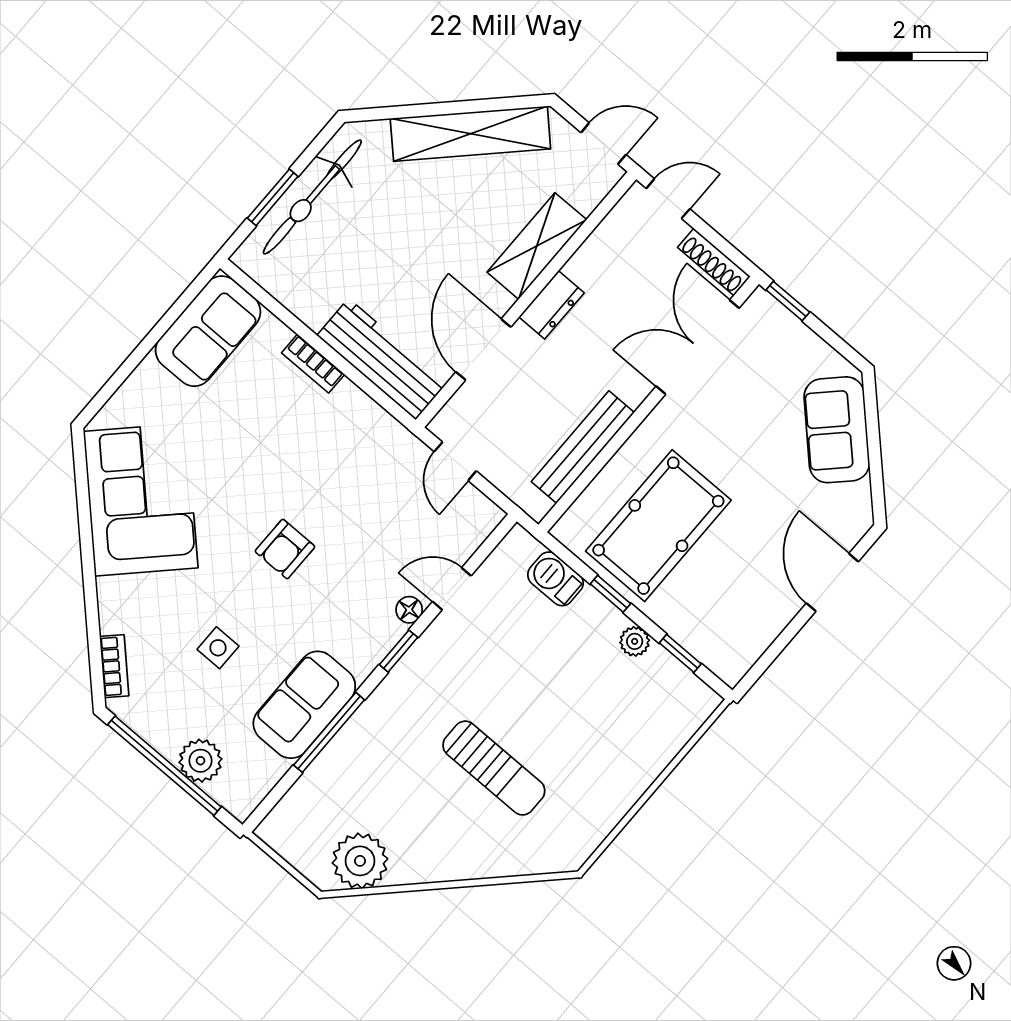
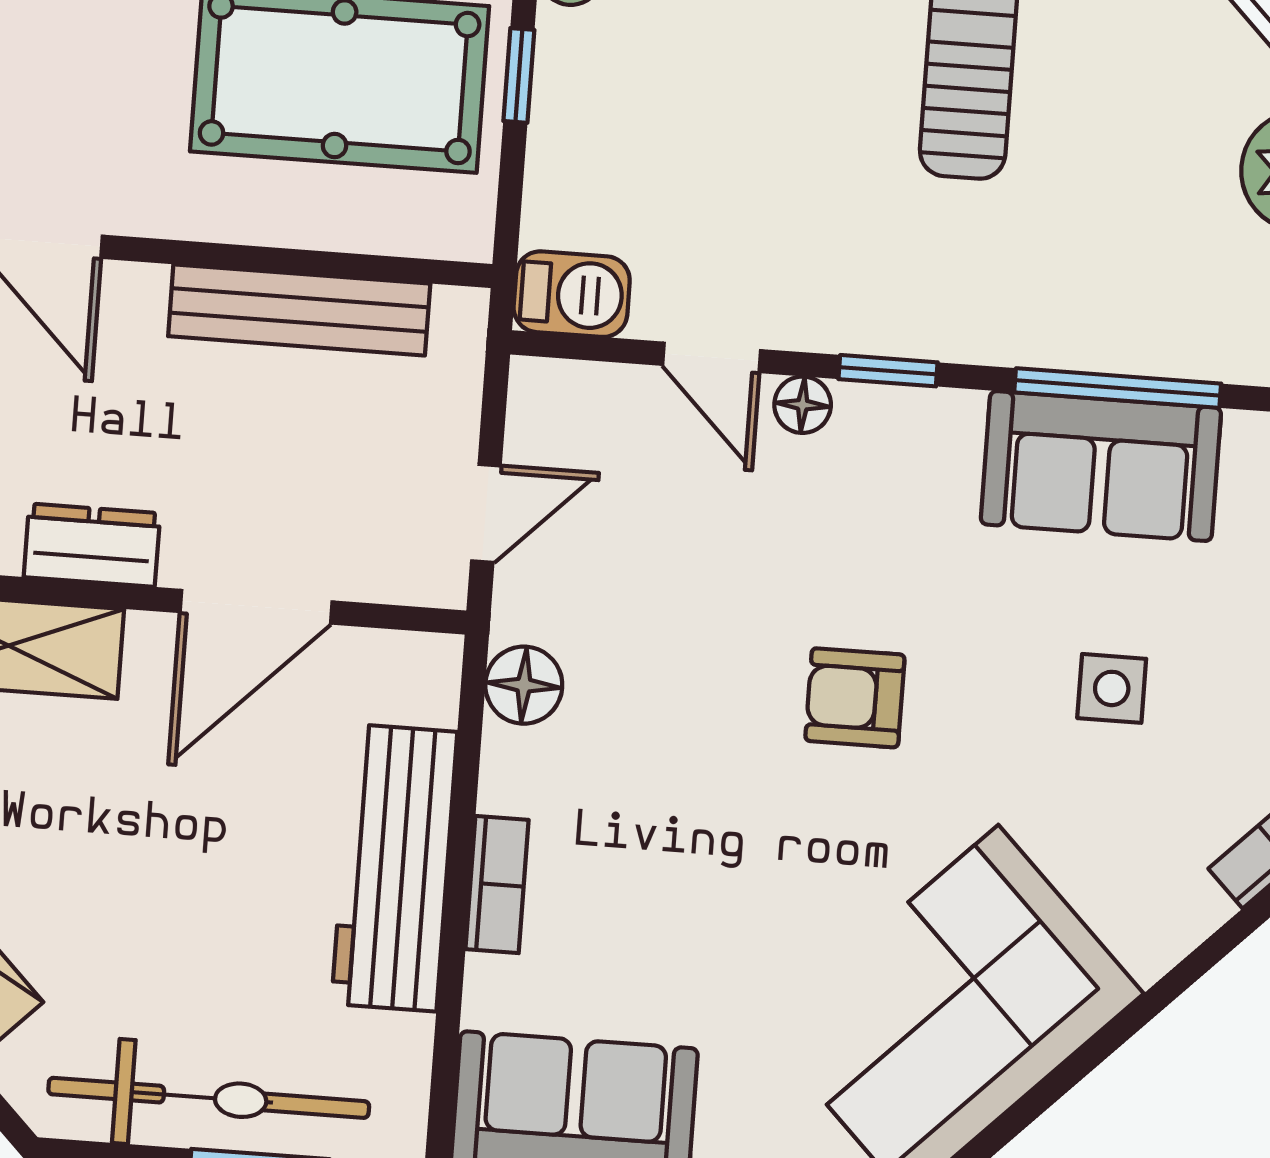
workbench: (382, 359) -> (394, 868), moved
floor lamp: (381, 428) -> (524, 685), added
armchair: (285, 549) -> (855, 698), turned 180
barbecue: (555, 579) -> (572, 294), moved, turned -90

